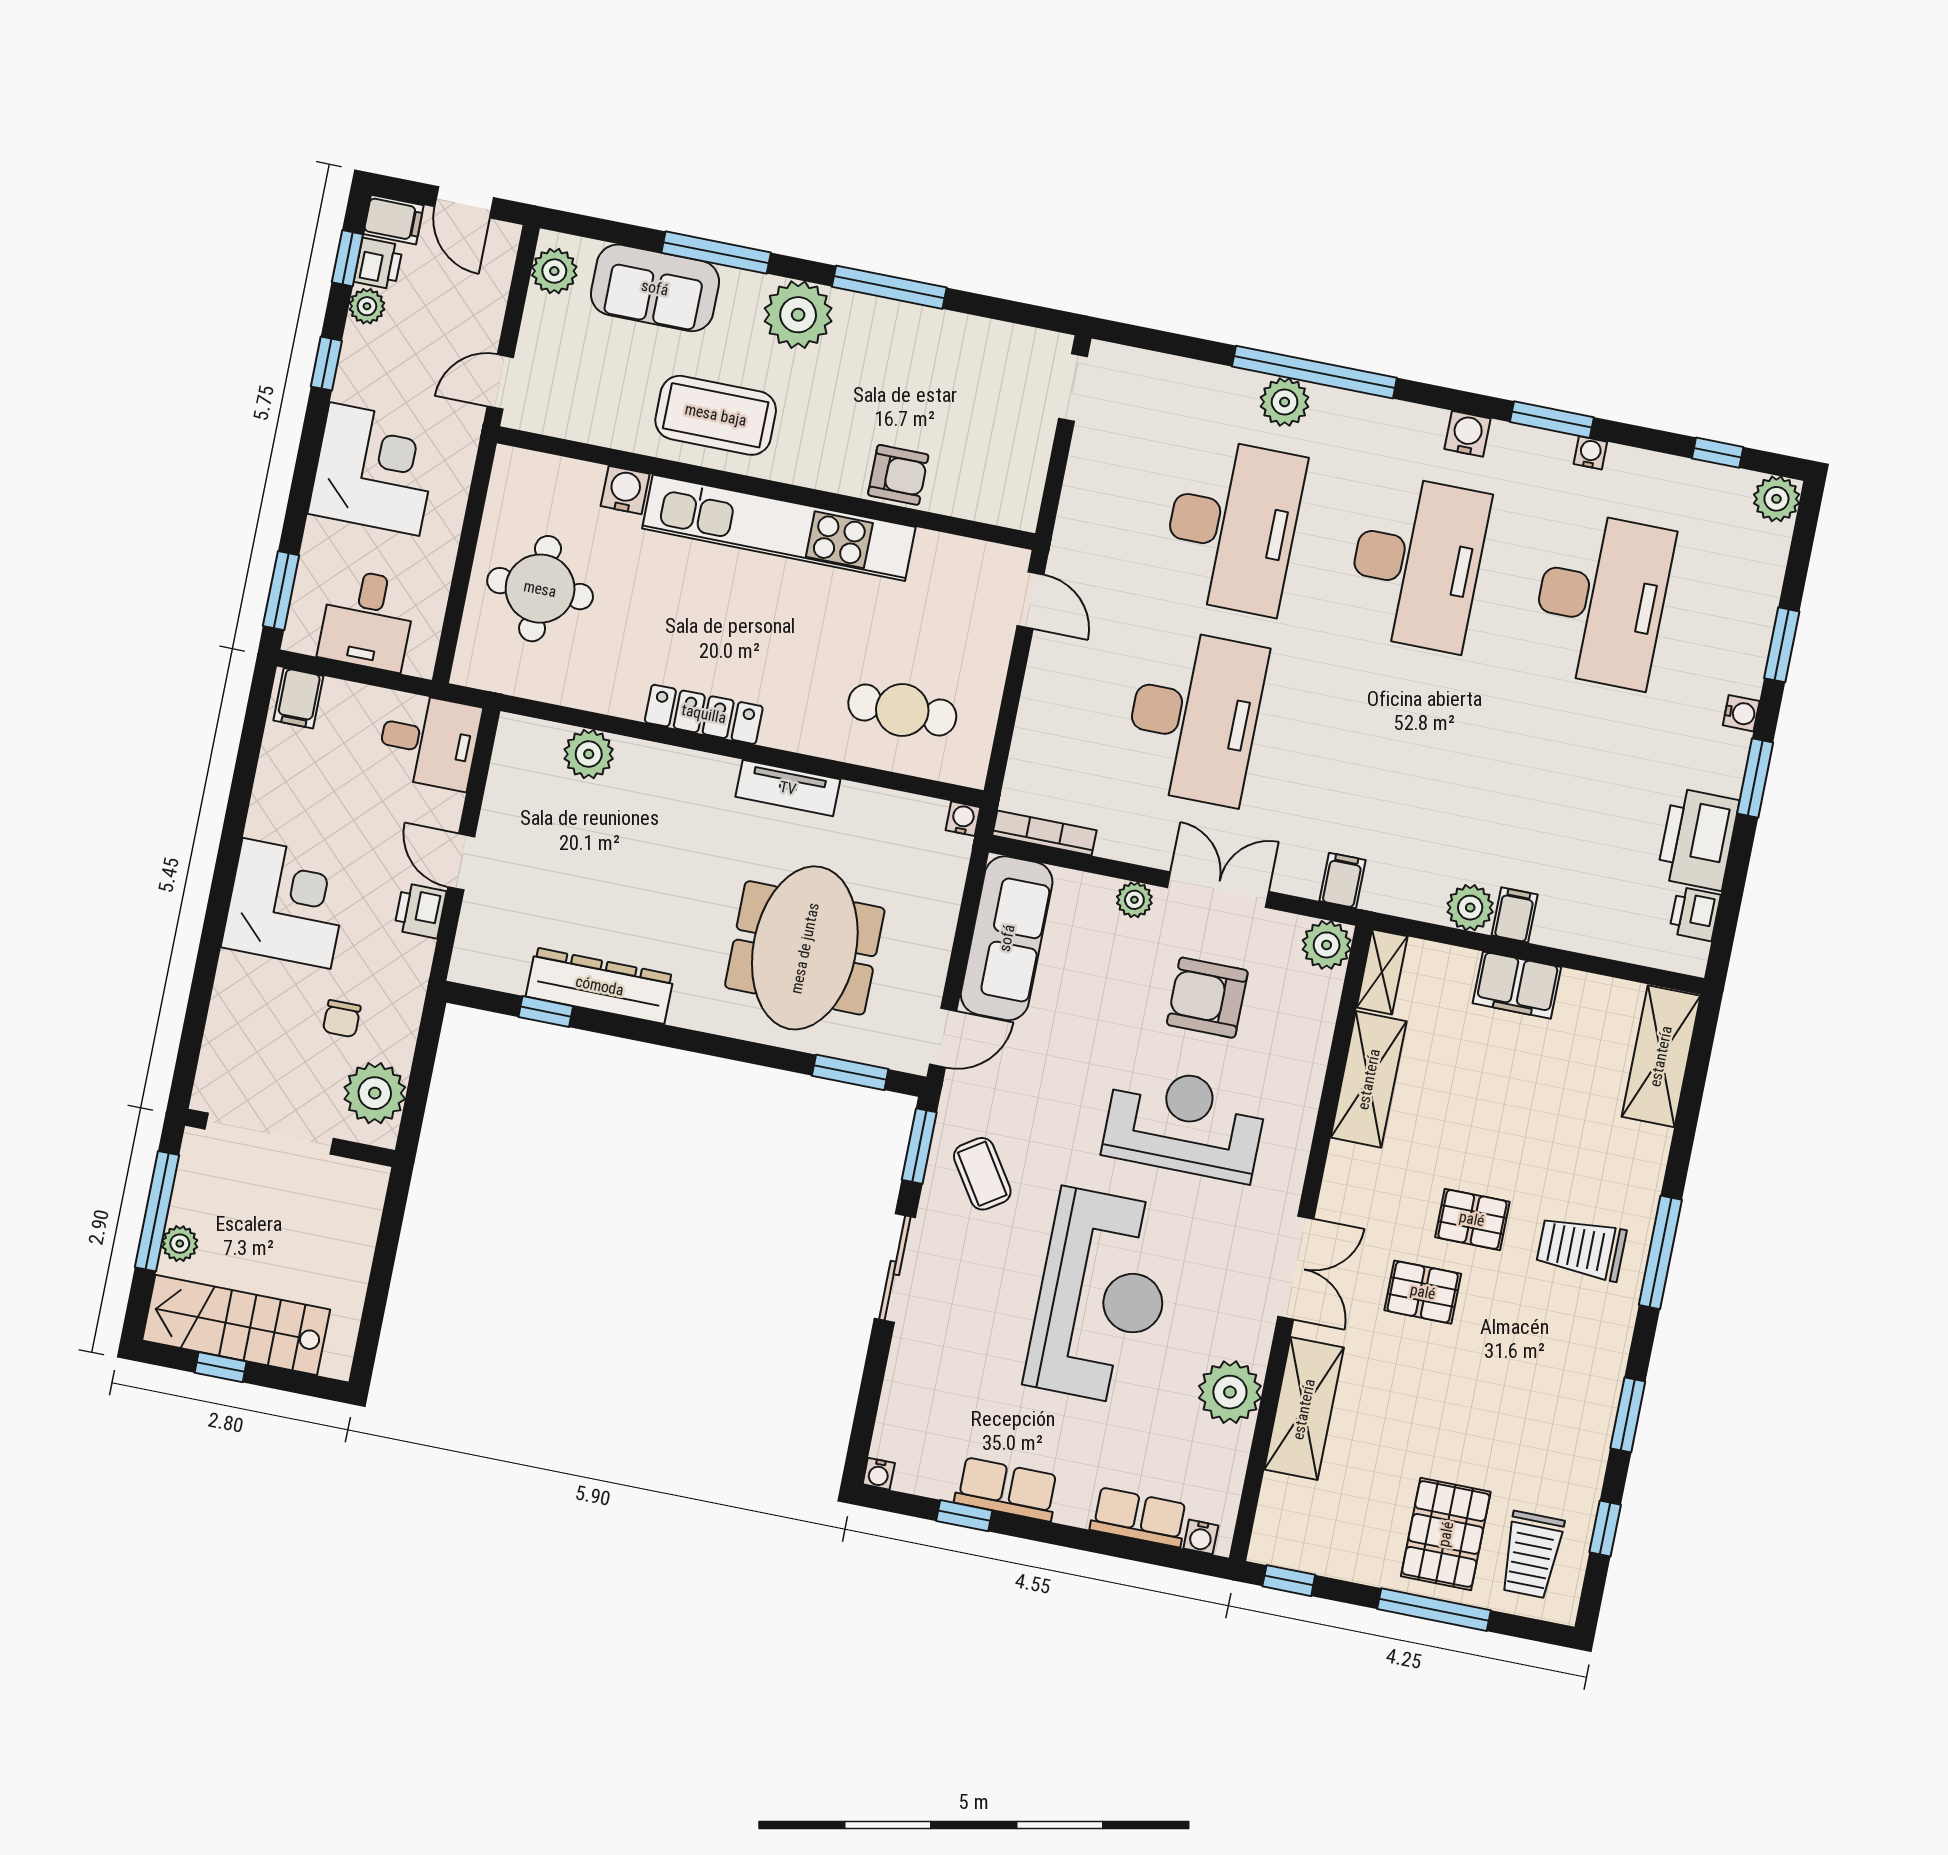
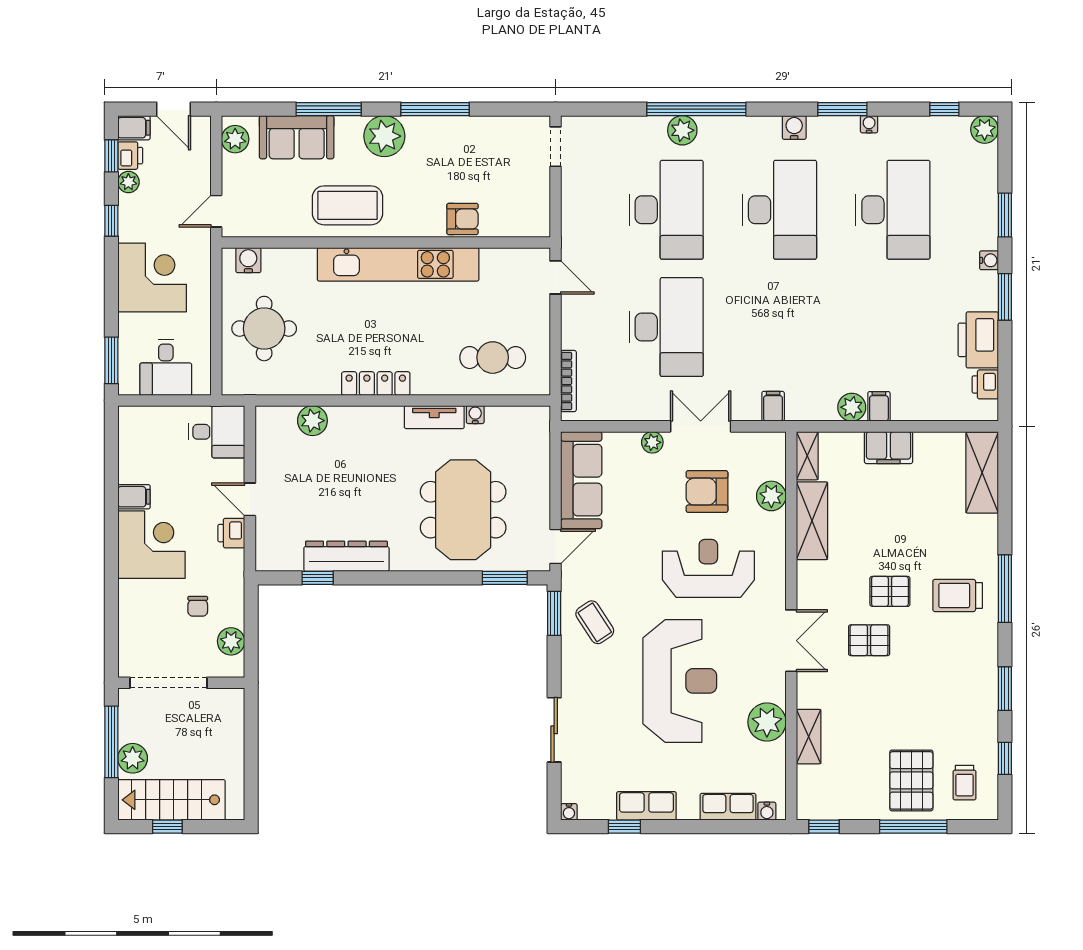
water cooler: (625, 490) -> (248, 260), moved
filing cabinet: (298, 698) -> (134, 497), moved, turned -90
water cooler: (963, 819) -> (475, 415), moved
bookcase: (1044, 833) -> (568, 381), moved, turned 90
plant: (1327, 945) -> (771, 496), moved
plant: (375, 1093) -> (231, 641), width x0.73, depth x0.73
plant: (180, 1244) -> (133, 758), width x1.38, depth x1.38
sliding door: (895, 1268) -> (554, 730), moved
shelving: (1304, 1409) -> (809, 737), width x0.67, depth x0.75
trolley: (1532, 1555) -> (964, 783), width x0.73, depth x0.72

